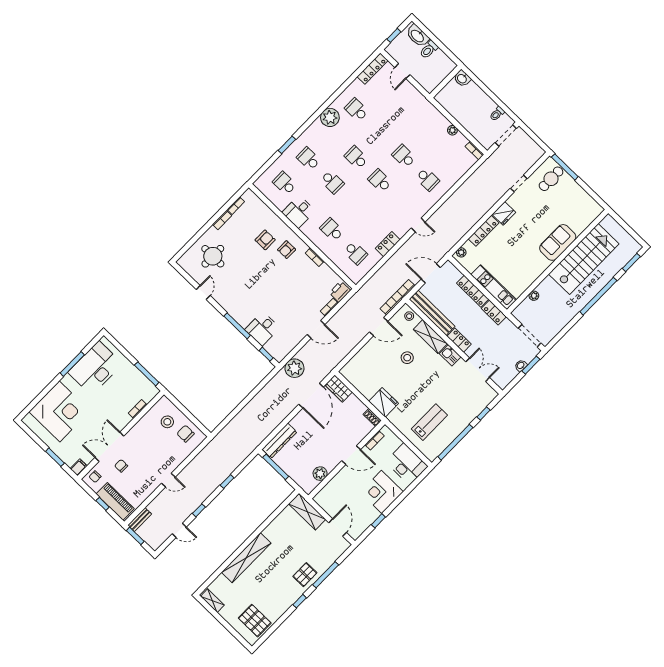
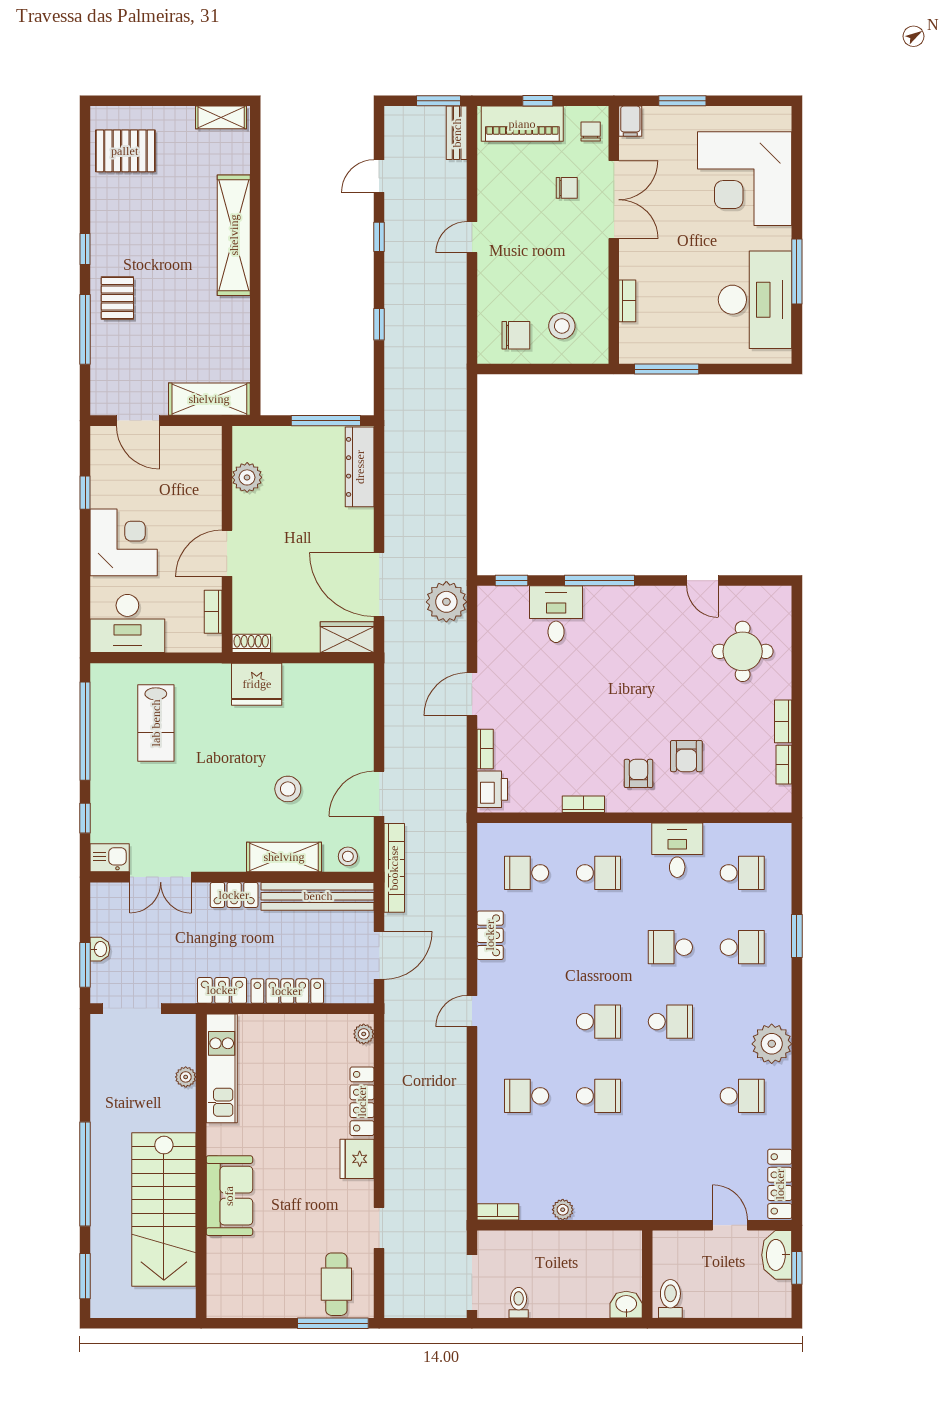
washbasin: (418, 36) -> (777, 1255), moved, turned -90
toilet: (429, 50) -> (670, 1299), moved
kitchen unit: (494, 287) -> (222, 1068), moved, turned -90
kitchen sink: (450, 355) -> (110, 858), moved

